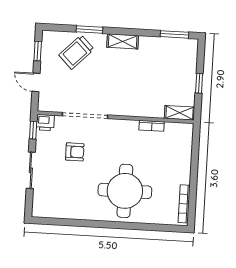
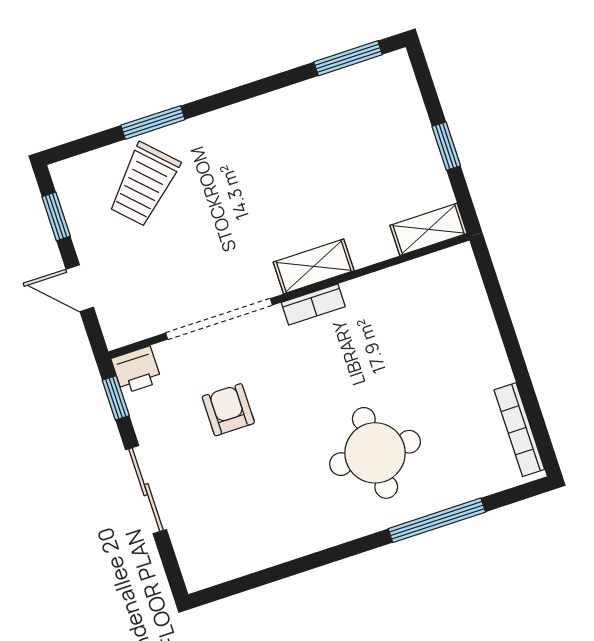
shelving: (123, 41) -> (314, 266), moved
bookcase: (152, 126) -> (313, 304), moved
armchair: (75, 152) -> (228, 410), turned -90
round table: (125, 191) -> (375, 453), width x0.73, depth x0.73
window: (138, 226) -> (437, 520), added

